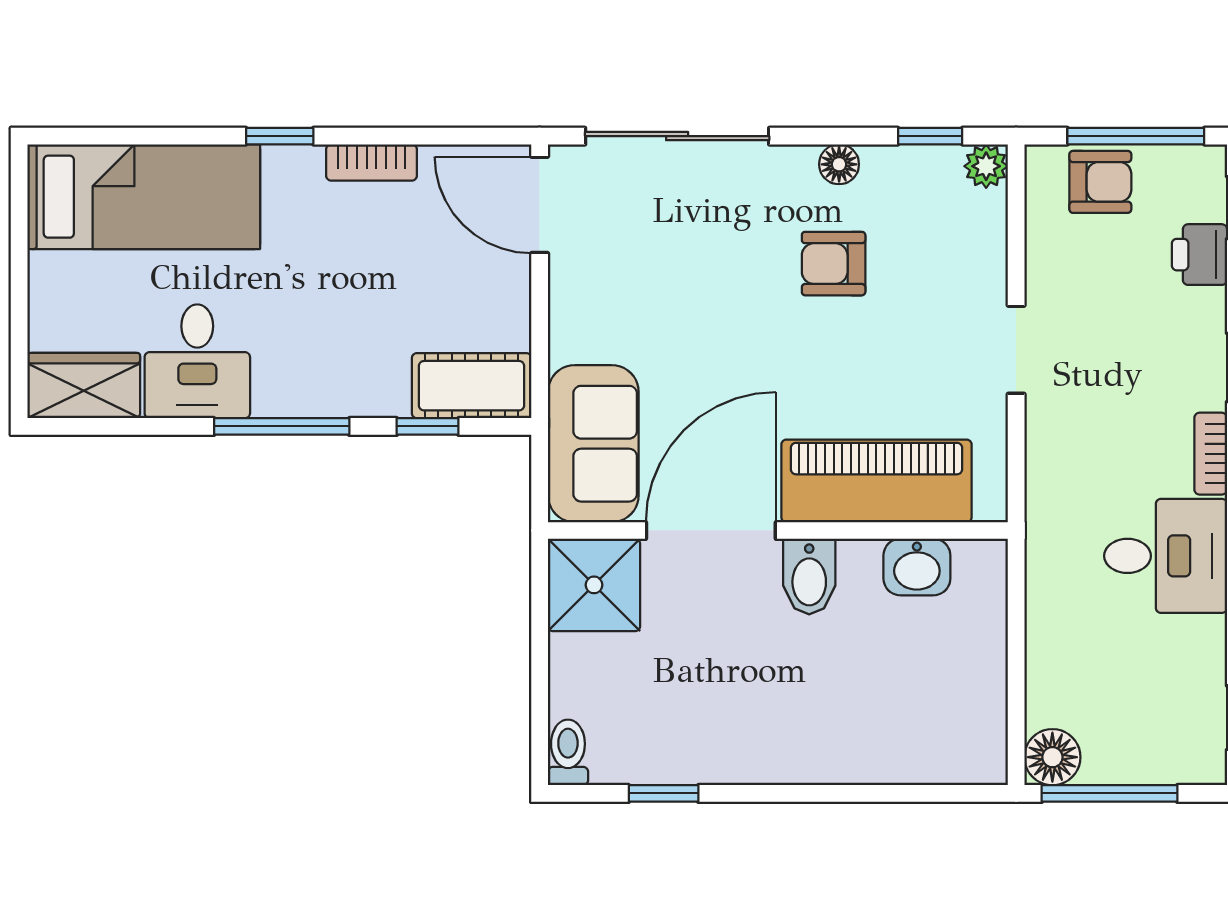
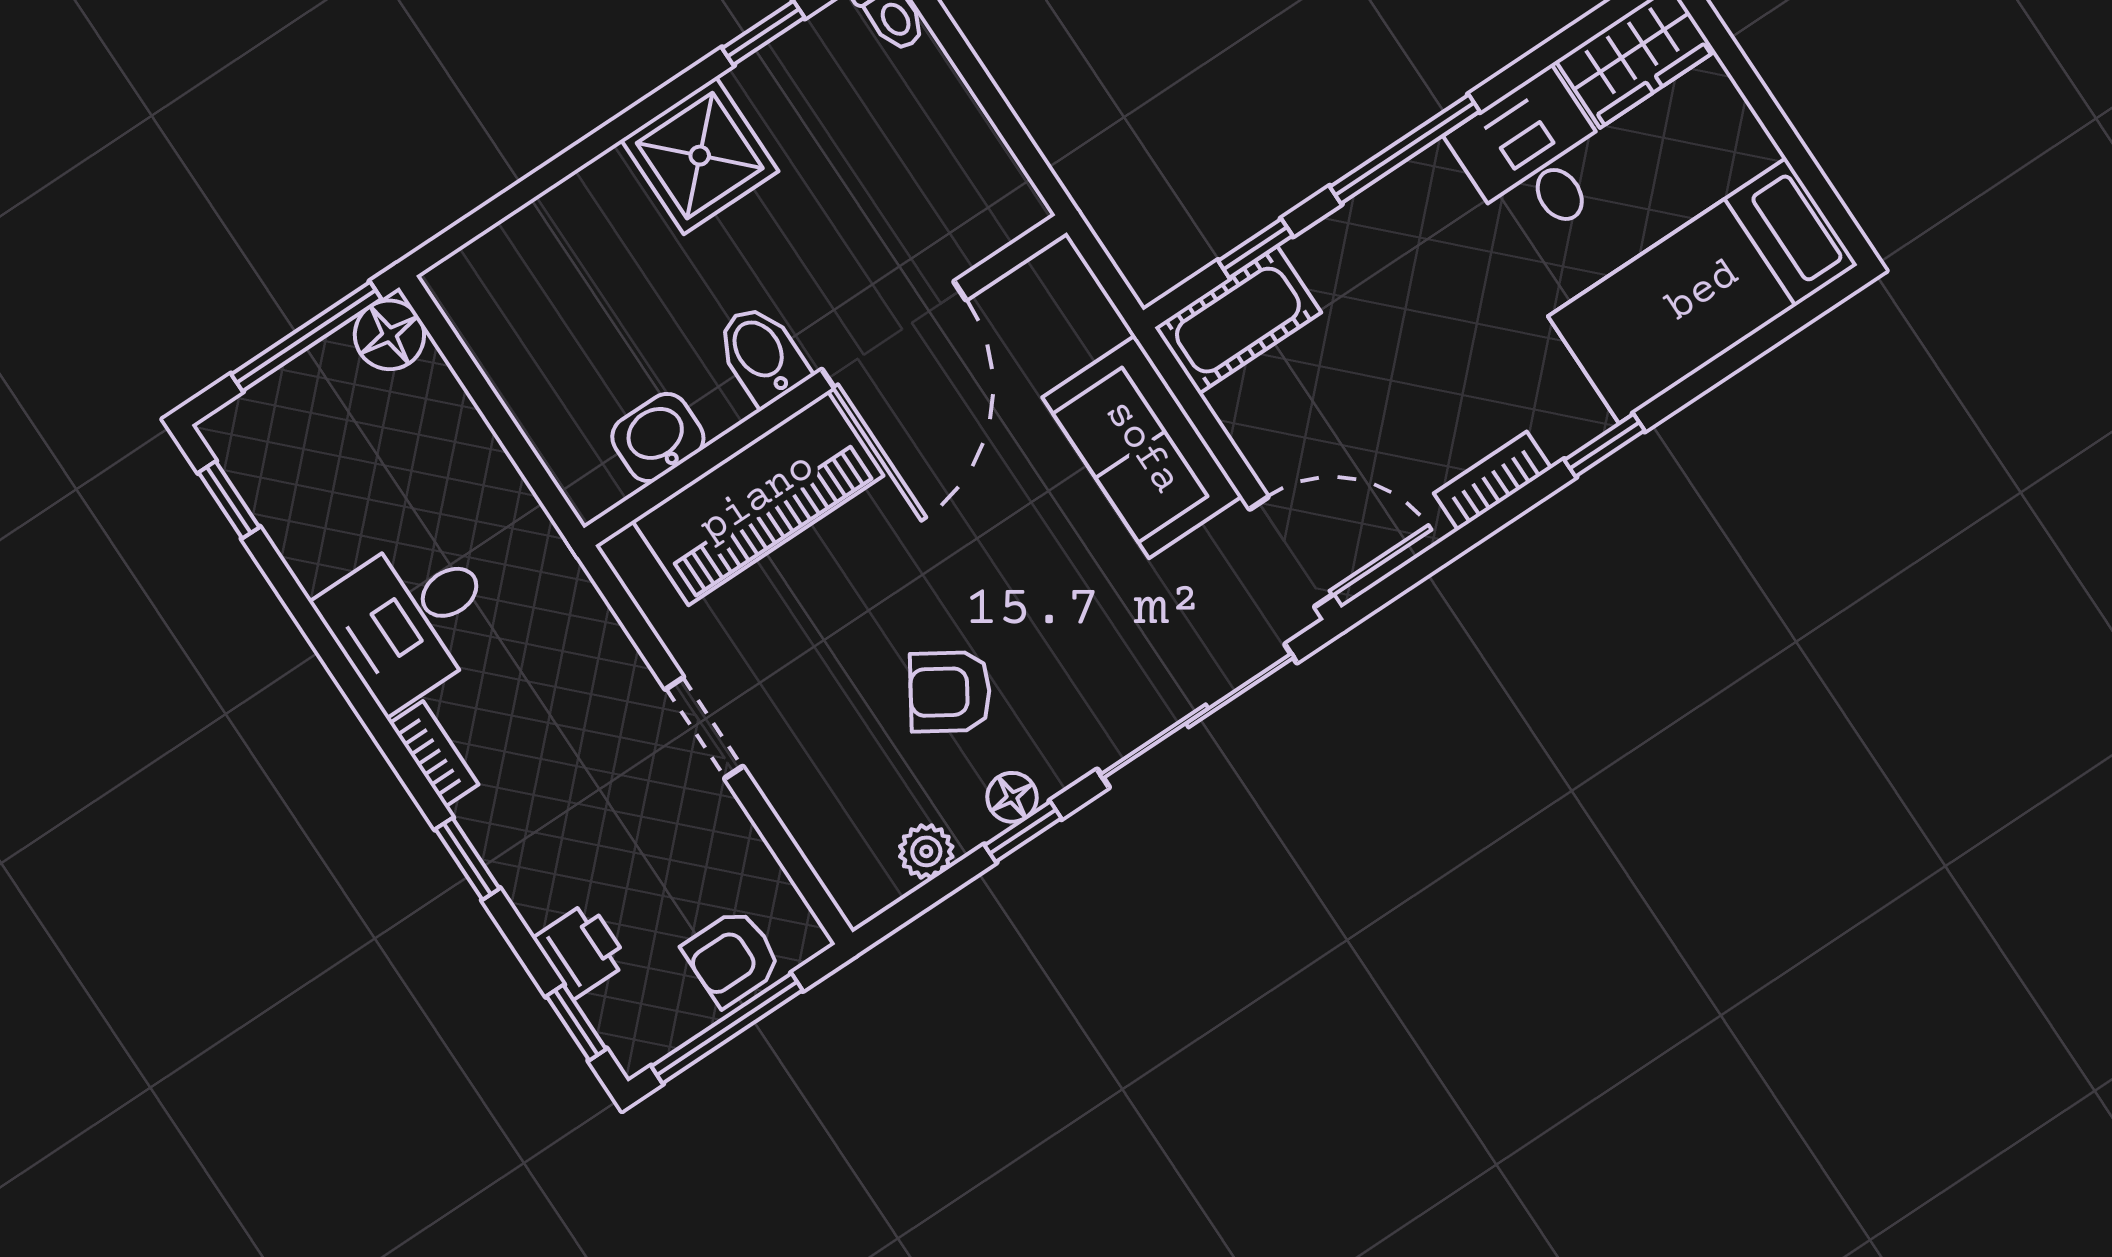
window: (930, 136) -> (1023, 832), moved
plant: (986, 166) -> (926, 851), moved
armchair: (834, 264) -> (950, 692), turned -148
sofa: (593, 444) -> (1142, 447), moved
shower: (594, 585) -> (700, 156), moved

